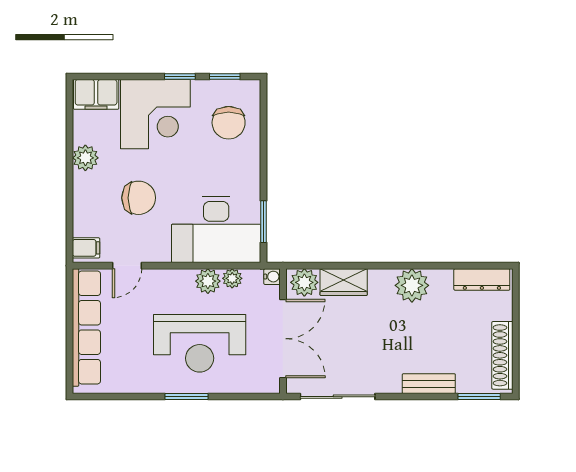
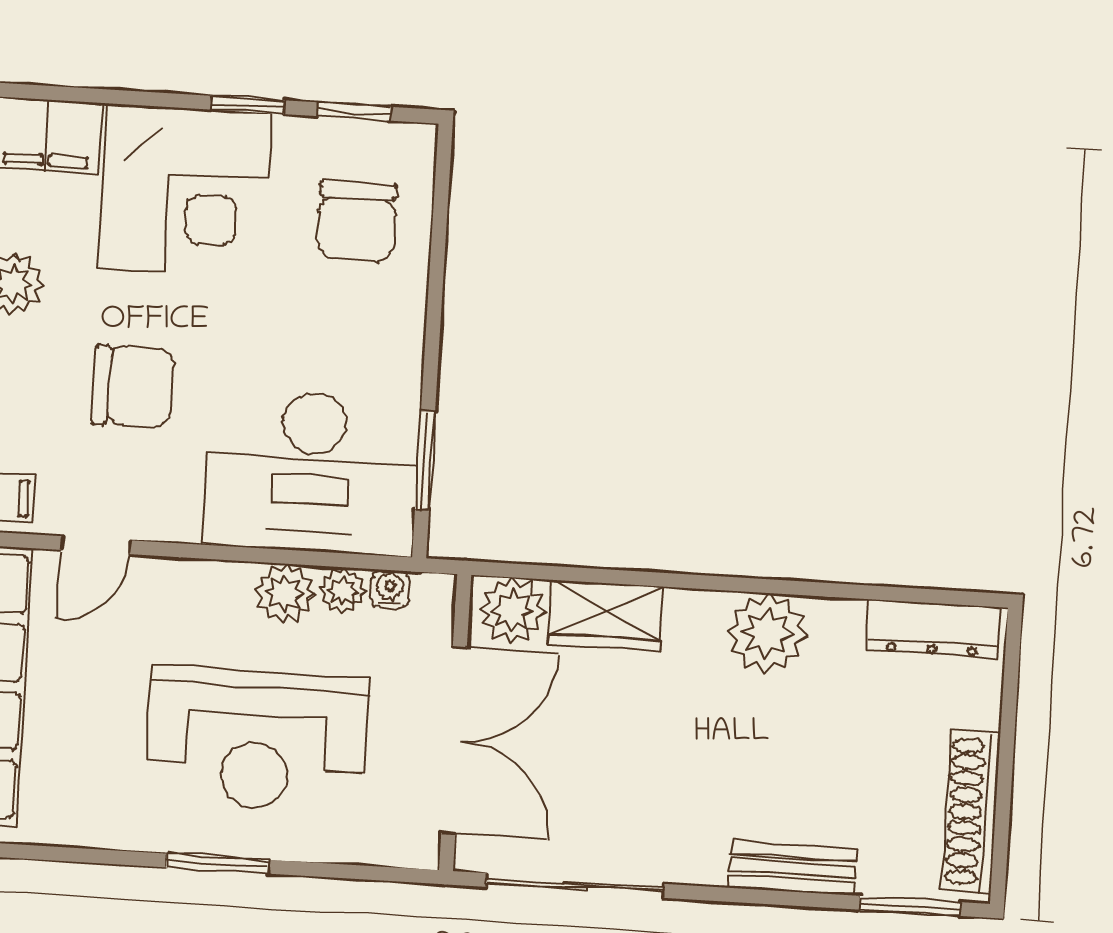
water cooler: (272, 277) -> (390, 589), moved, turned -90

